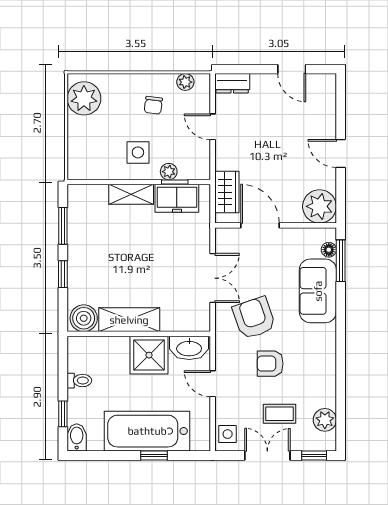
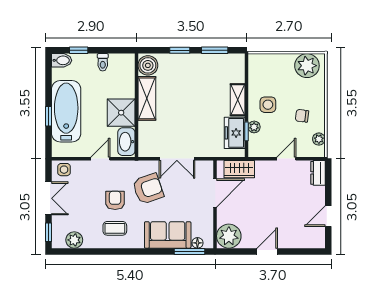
coffee table: (279, 414) -> (115, 228), moved, turned 90

